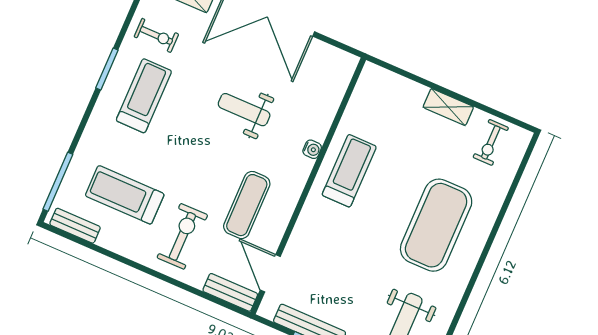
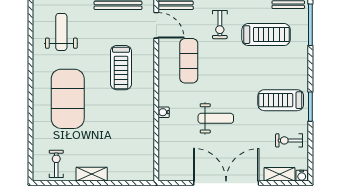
treadmill: (144, 96) -> (281, 100), turned 90
treadmill: (349, 171) -> (121, 68), moved
exercise bike: (182, 236) -> (220, 25), width x0.73, depth x0.72

